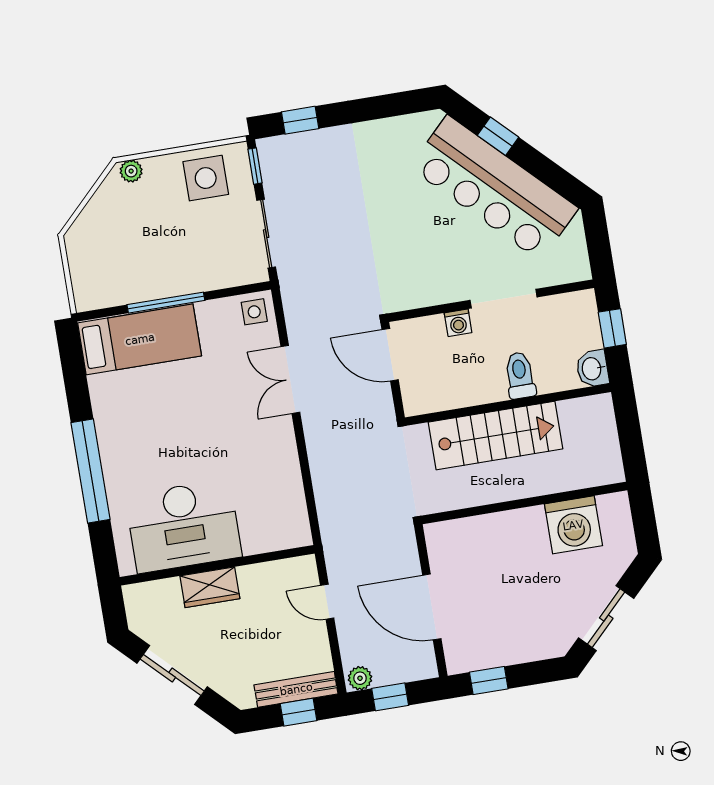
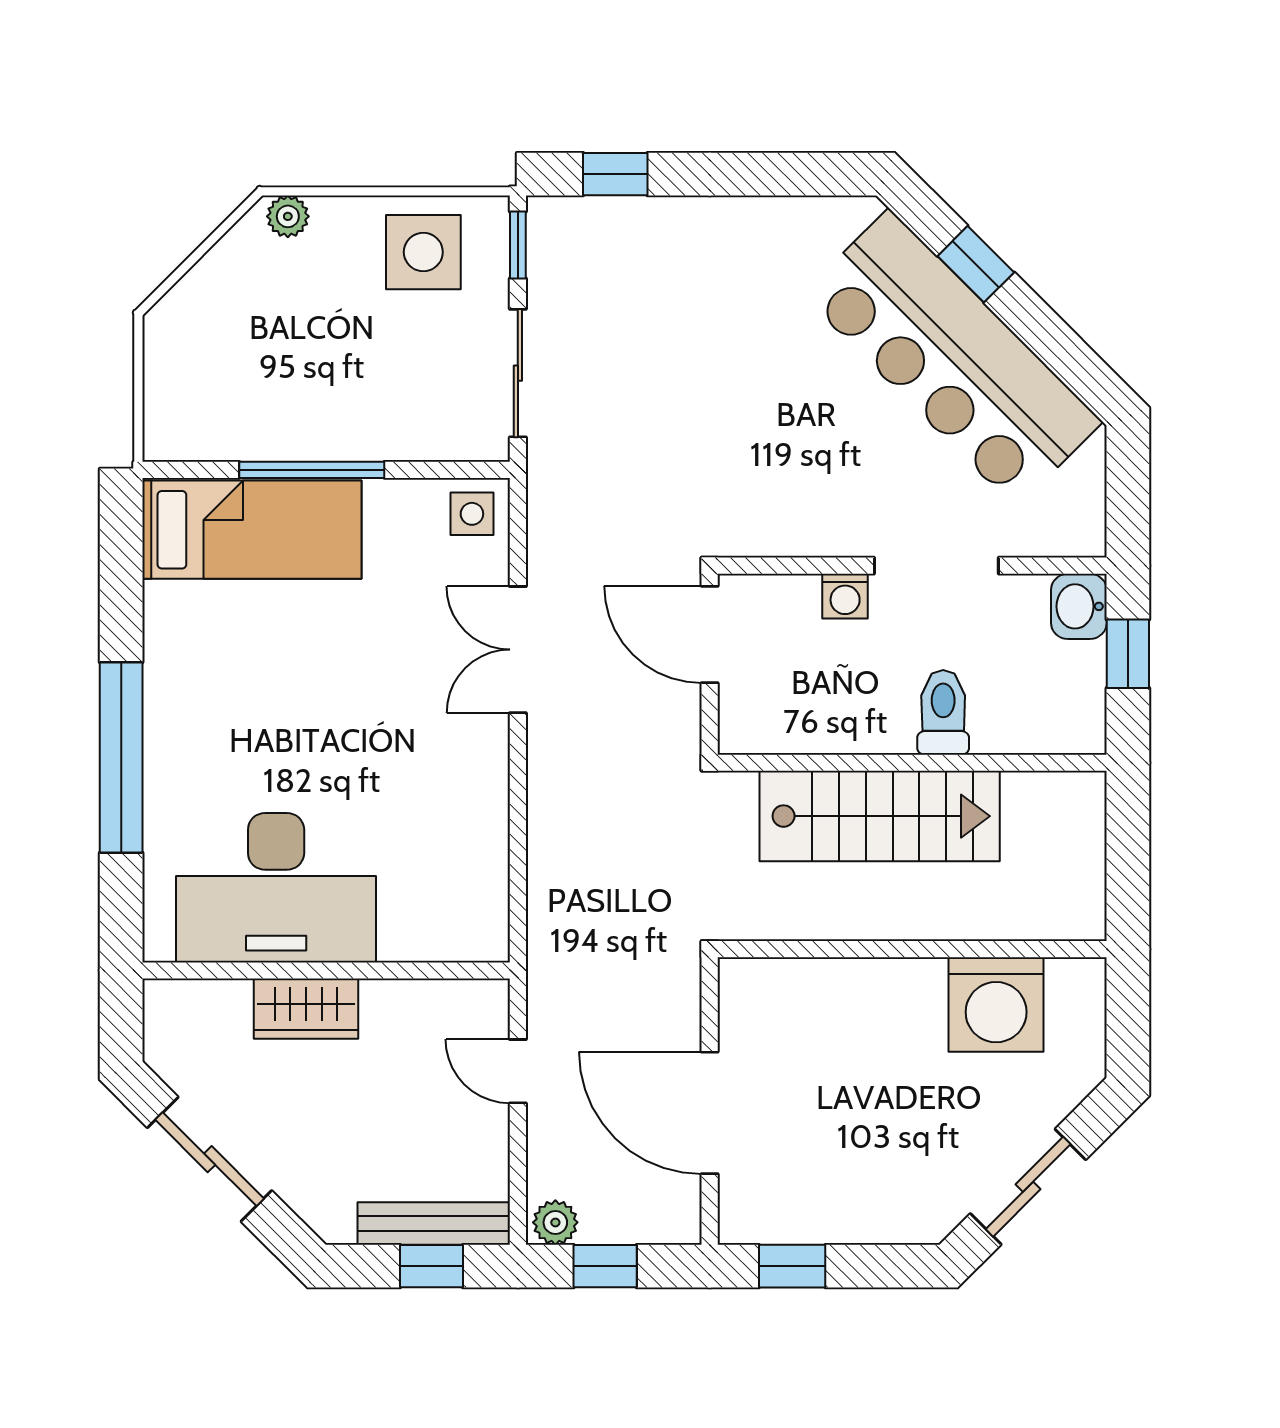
washbasin: (592, 369) -> (1079, 606), moved

